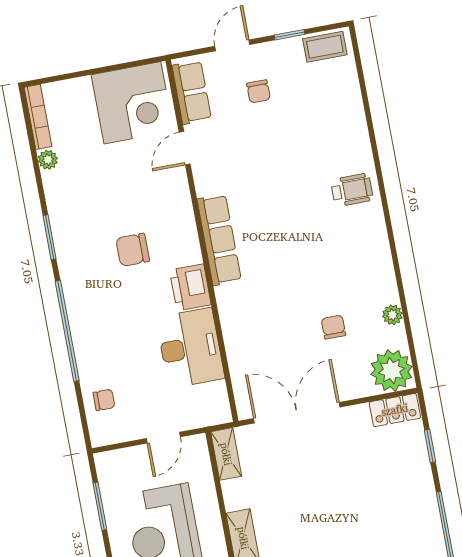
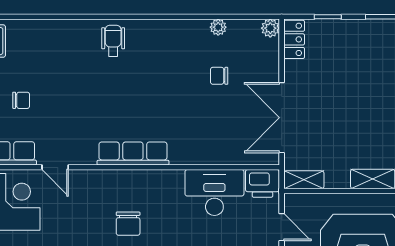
printer: (190, 287) -> (262, 183), moved
plant: (392, 371) -> (270, 28), width x0.53, depth x0.53

